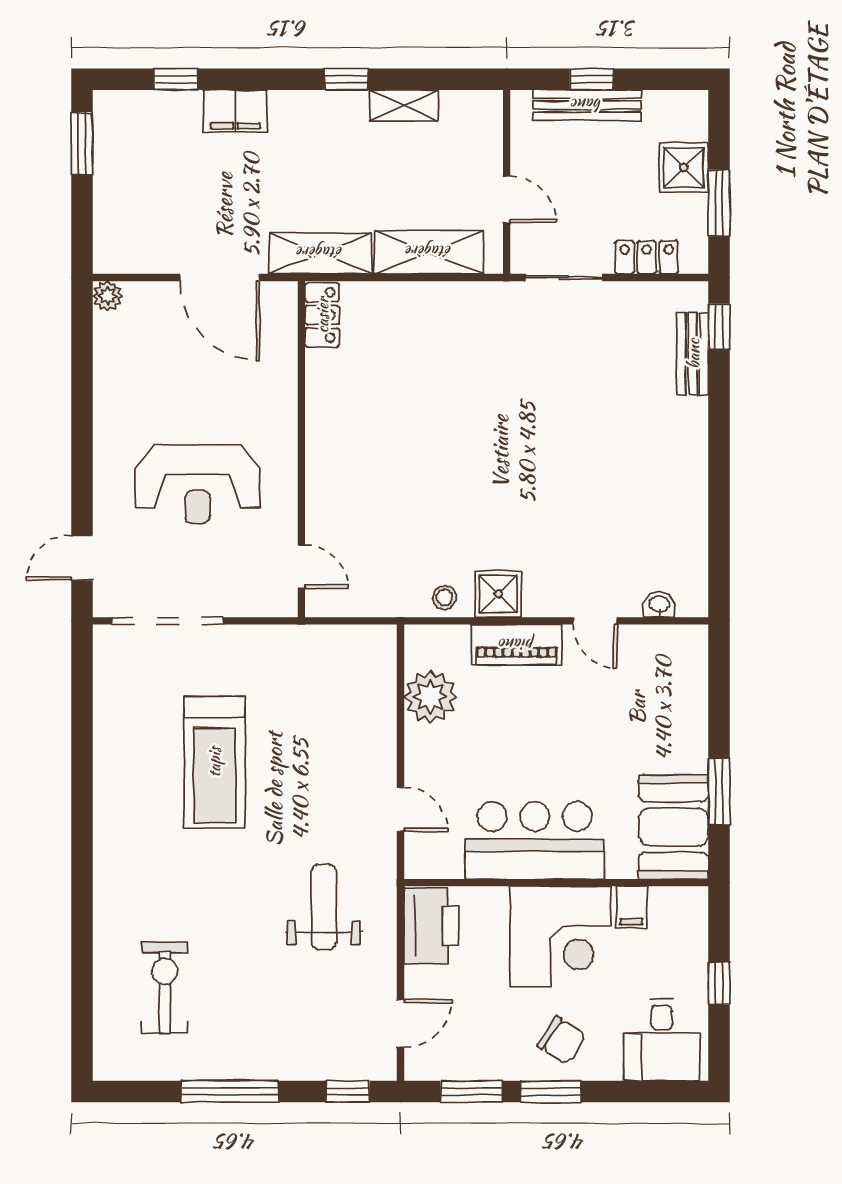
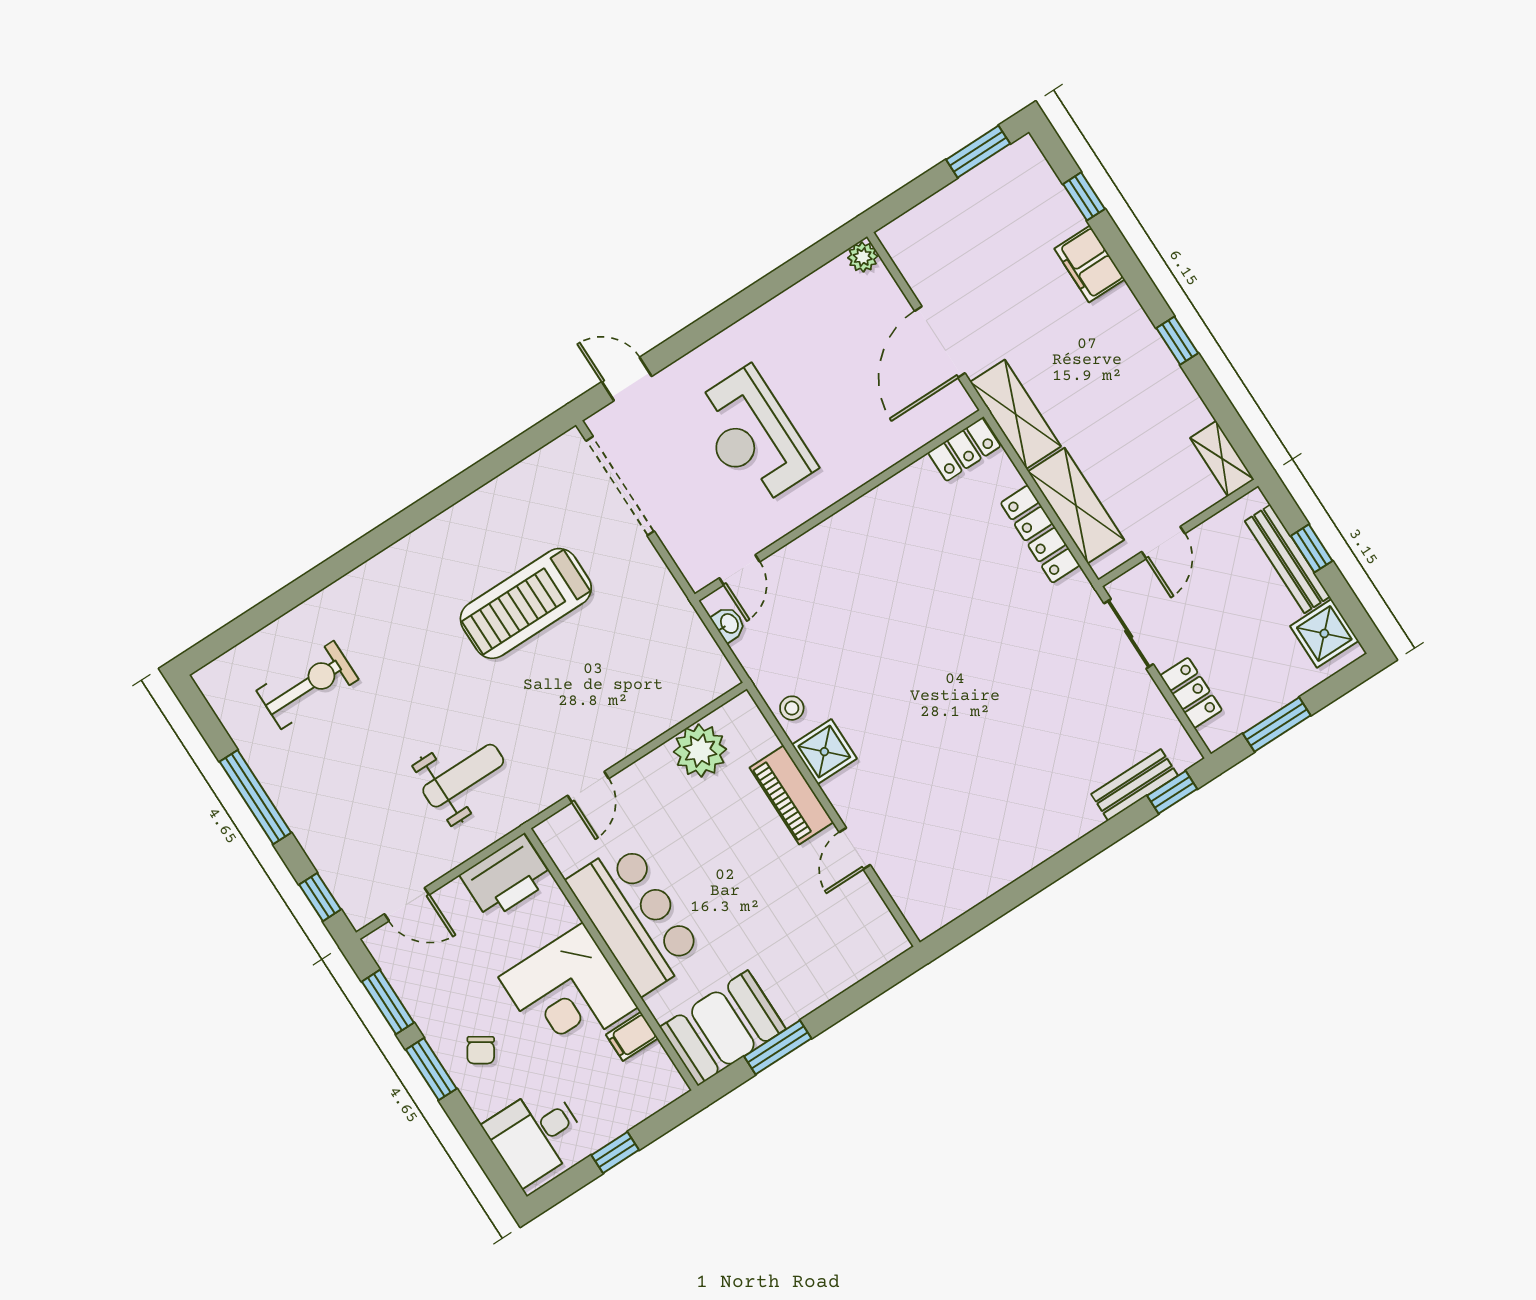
shelving: (404, 105) -> (1222, 459), moved
shower: (684, 168) -> (1324, 633), moved
locker: (433, 297) -> (1040, 534), added
washbasin: (659, 605) -> (729, 624), moved
chair: (562, 1040) -> (481, 1050), width x0.73, depth x0.73

